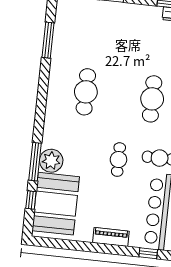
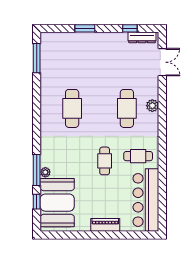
window: (48, 40) -> (37, 58), moved
plant: (51, 161) -> (45, 172), width x0.53, depth x0.53
window: (148, 253) -> (137, 235), removed

